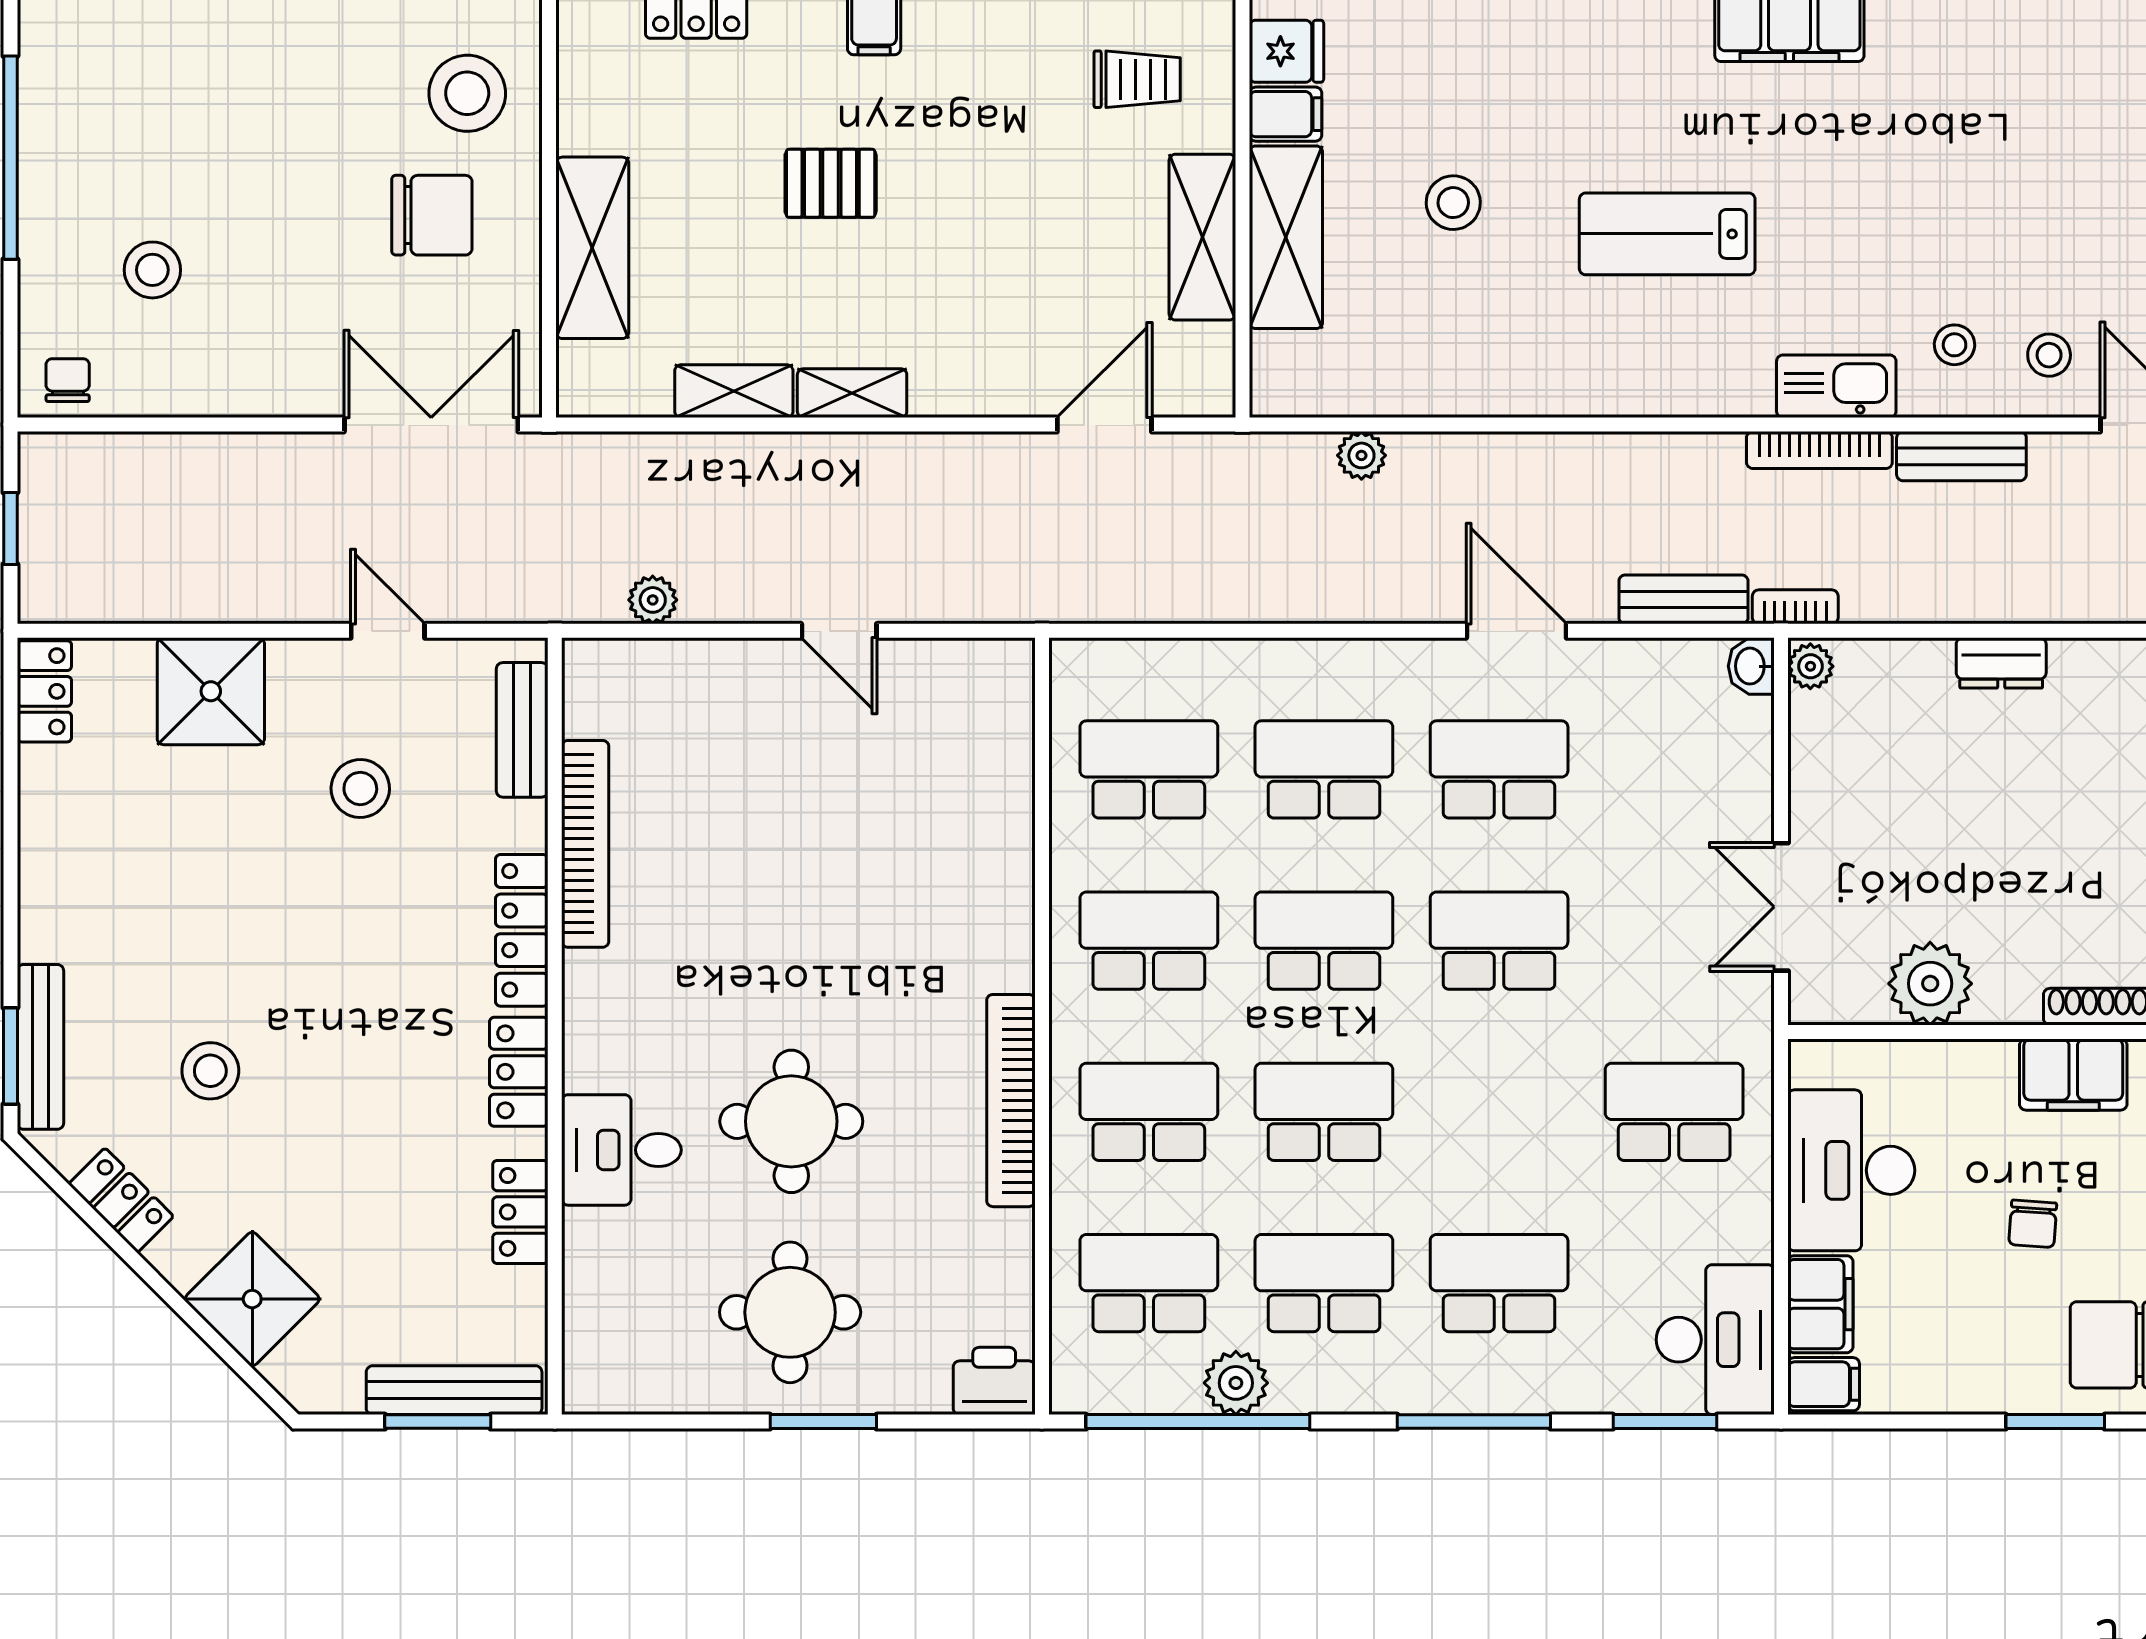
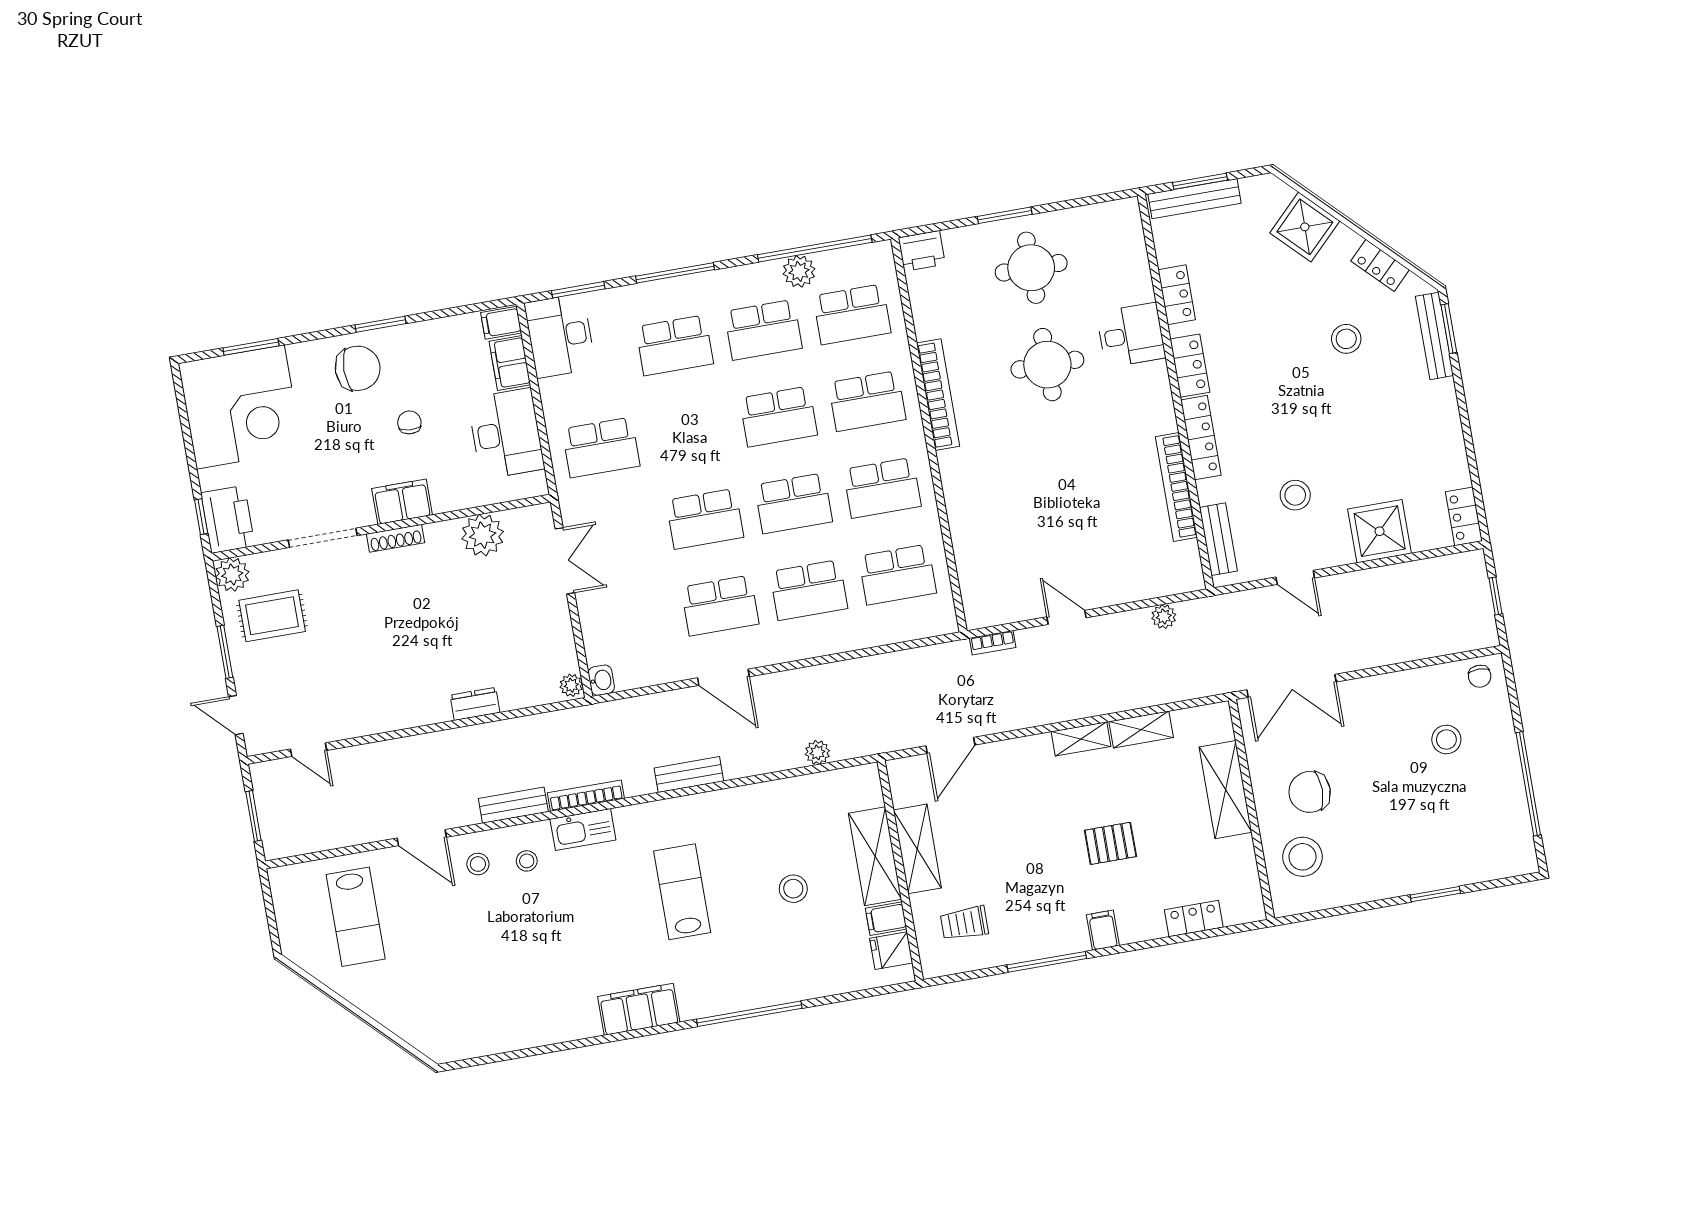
lab bench: (1667, 234) -> (682, 892), turned -90
bench: (1683, 599) -> (689, 775), moved
bookcase: (1795, 607) -> (993, 643), moved

